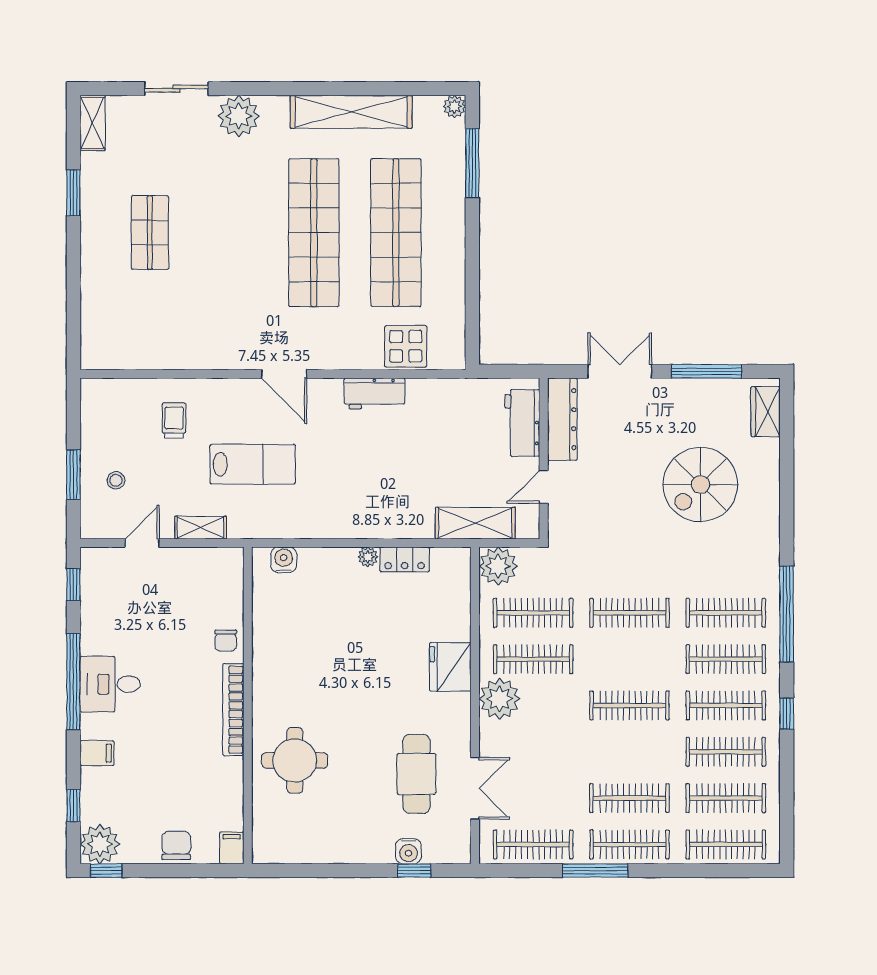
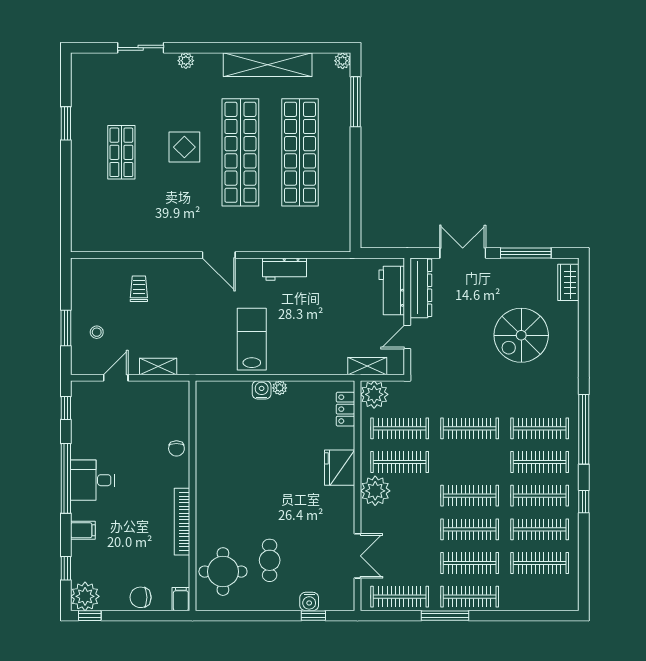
plant: (239, 116) -> (186, 61), width x0.53, depth x0.53
shelving: (92, 123) -> (80, 73), removed
display table: (406, 346) -> (184, 147), moved
lab bench: (253, 464) -> (252, 339), moved, turned -90
shelving: (475, 523) -> (367, 366), width x0.67, depth x0.75
locker: (405, 559) -> (345, 409), moved, turned 90
water cooler: (284, 560) -> (262, 390), moved
bookcase: (233, 710) -> (182, 522), moved
round table: (295, 760) -> (223, 572), moved
cafe table: (416, 774) -> (270, 560), moved, width x0.73, depth x0.74
clothes rail: (726, 844) -> (470, 529), moved
chair: (176, 845) -> (141, 597), turned -90

